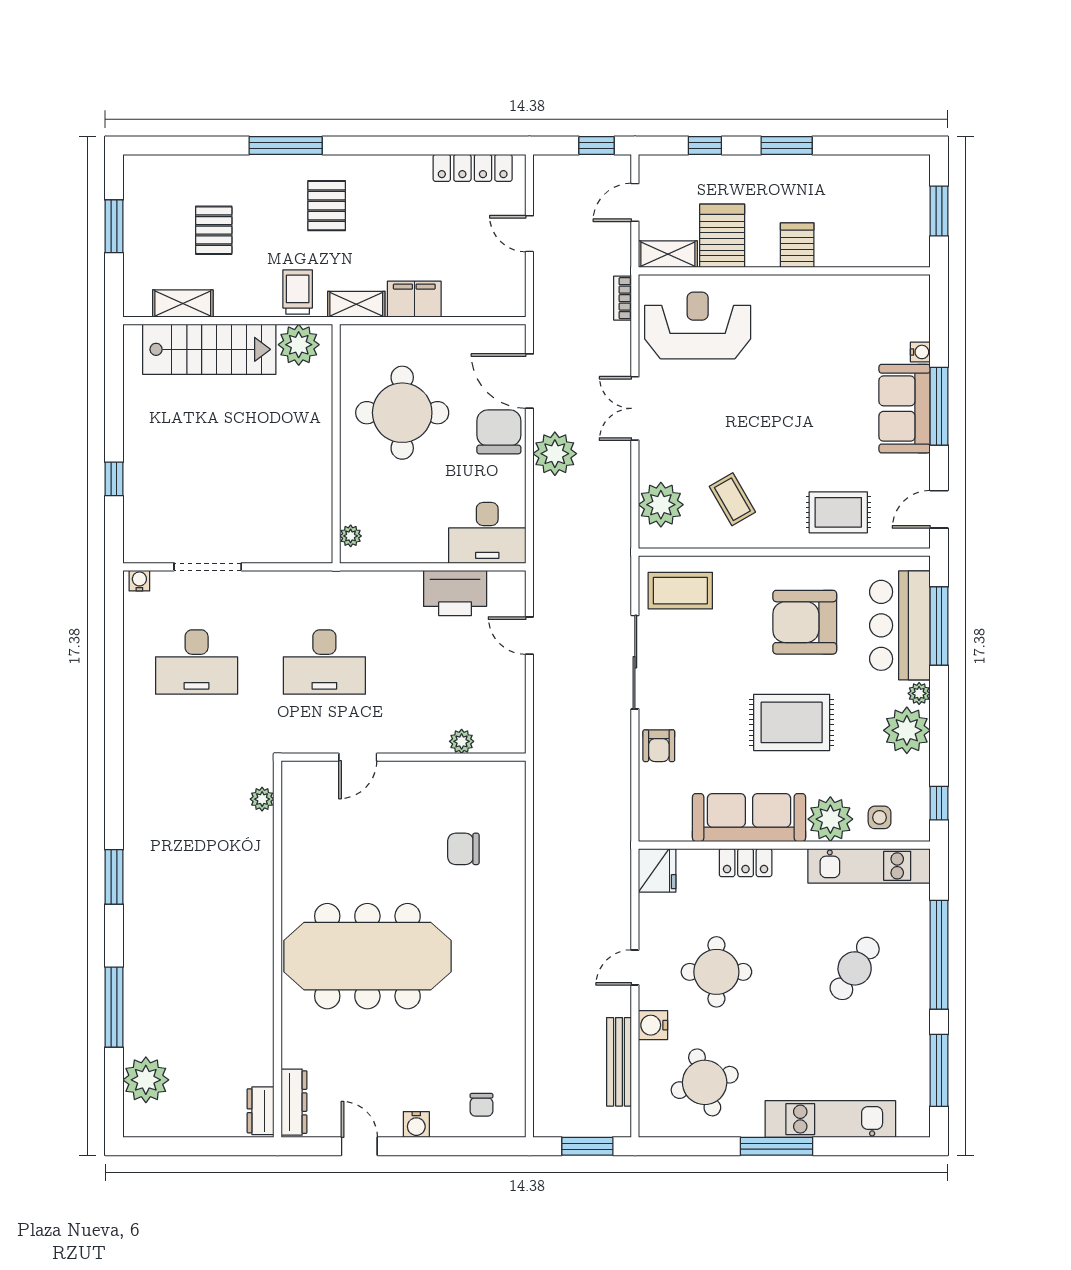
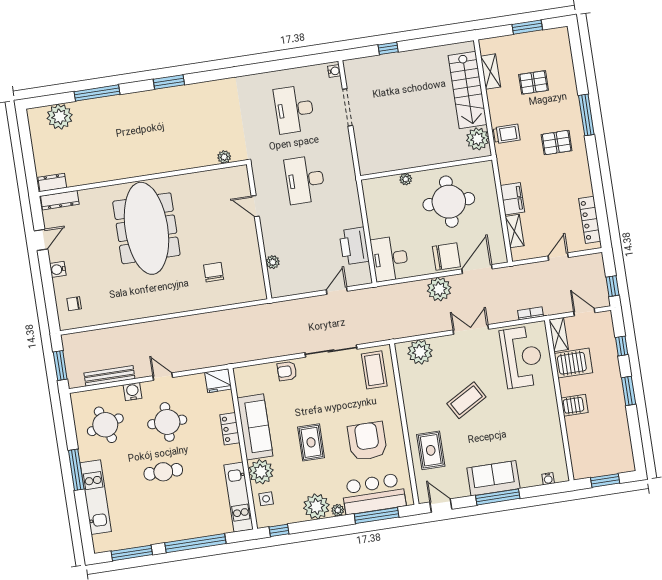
shelving: (356, 304) -> (515, 231), moved
water cooler: (920, 352) -> (548, 479), moved
coffee table: (732, 499) -> (466, 400), moved, width x1.36, depth x1.30
plant: (351, 536) -> (406, 179), moved
rug: (792, 722) -> (311, 442), width x0.73, depth x0.70
cafe table: (855, 968) -> (163, 472), moved, turned -33

